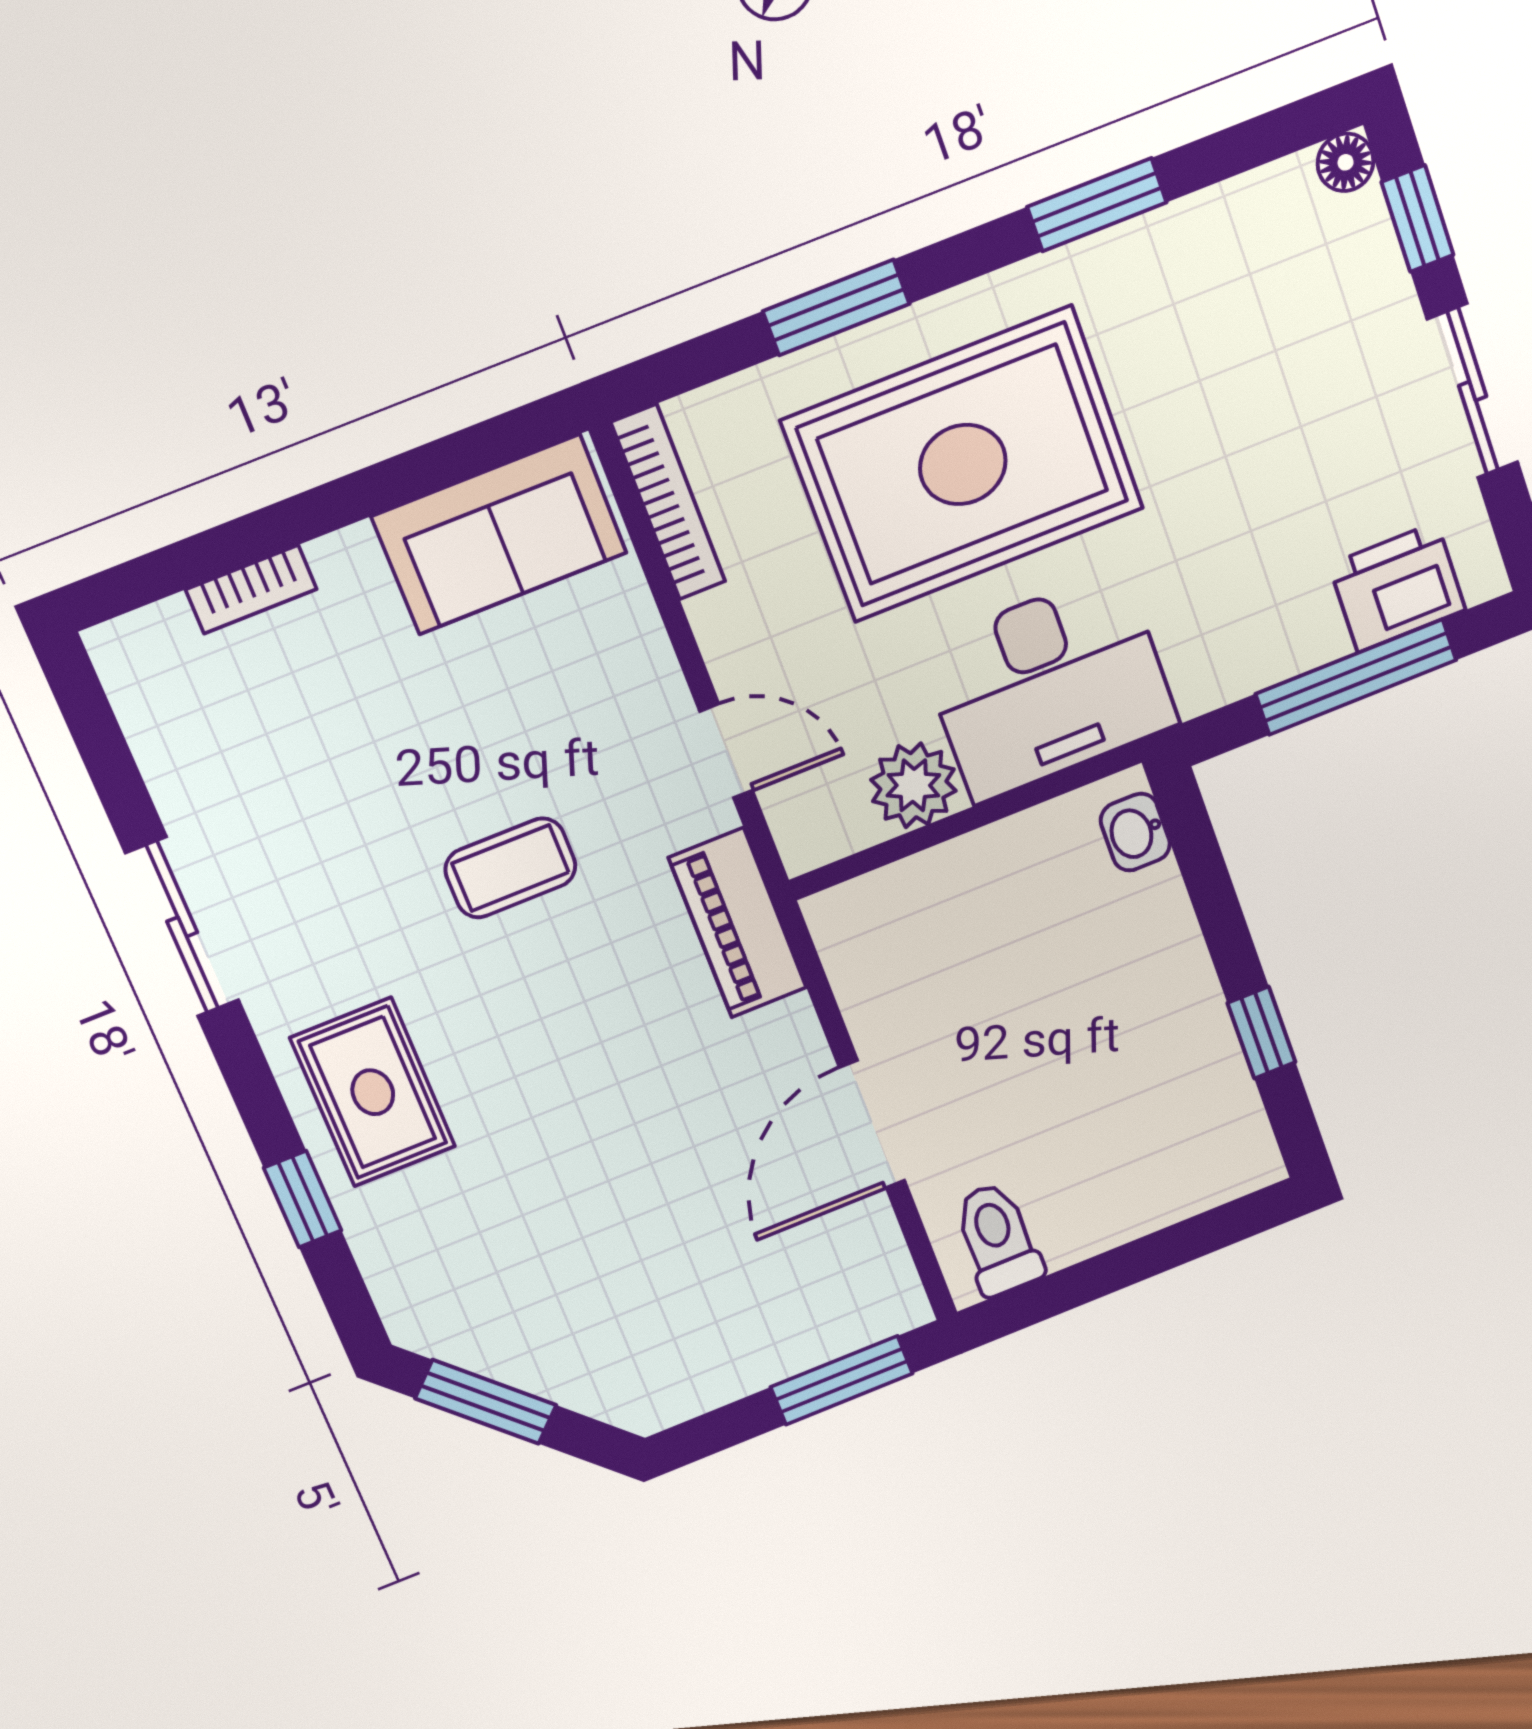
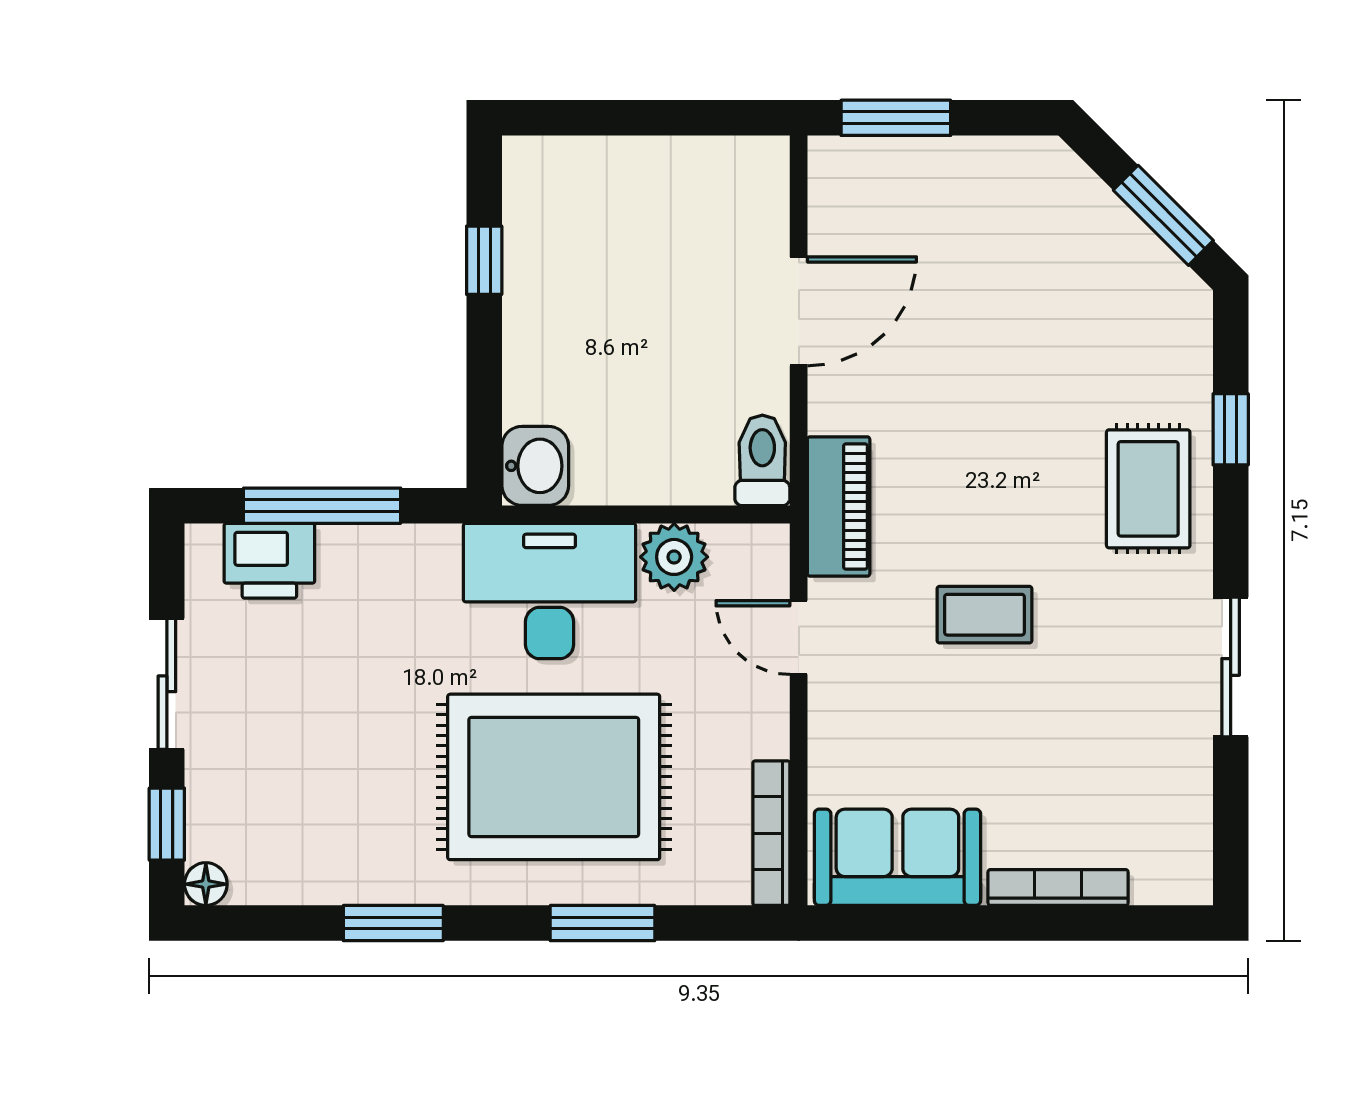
bookcase: (251, 589) -> (1058, 887), width x1.56
washbasin: (1135, 832) -> (535, 466), width x1.38, depth x1.45
toilet: (998, 1239) -> (762, 460), moved, turned 180

